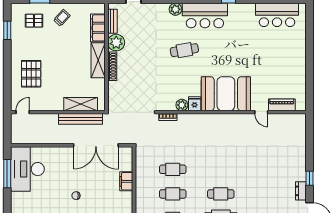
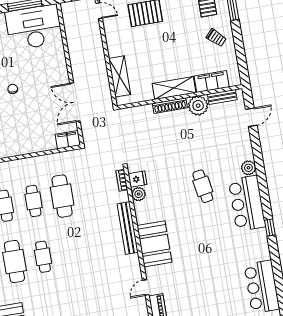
booth: (226, 94) -> (154, 244), width x0.73, depth x0.70
fridge: (195, 104) -> (138, 179), moved
bench: (81, 119) -> (128, 228), moved
double door: (96, 145) -> (75, 102), width x0.73
cafe table: (173, 169) -> (62, 196), width x1.37, depth x1.35
filing cabinet: (126, 181) -> (68, 140), moved

